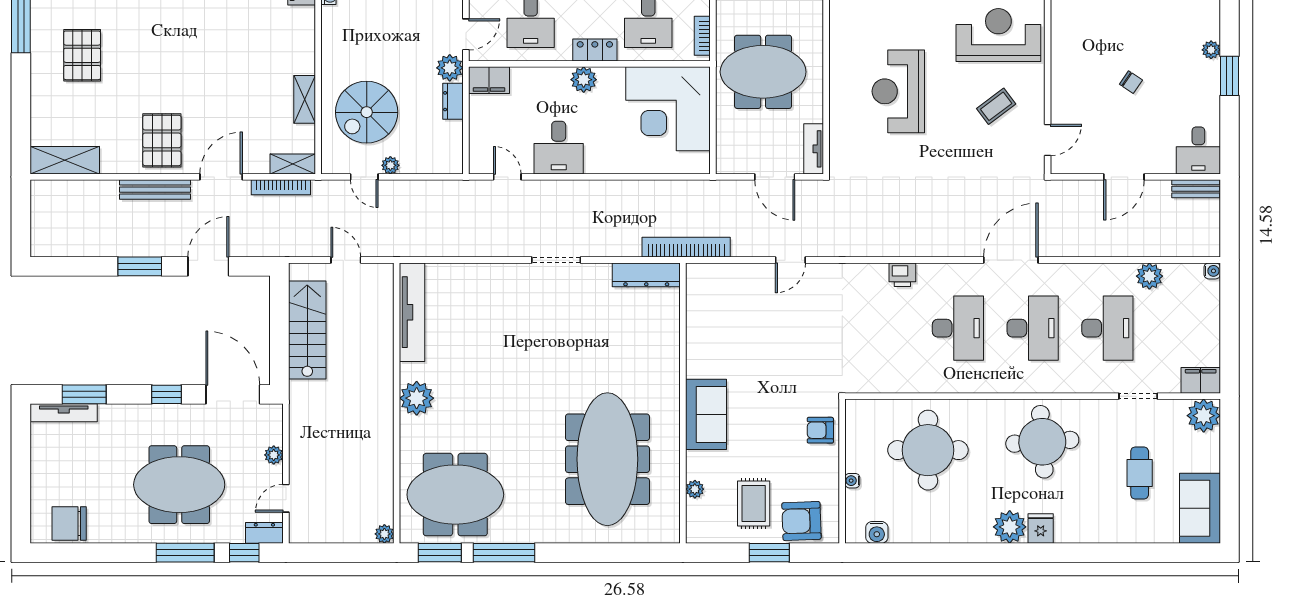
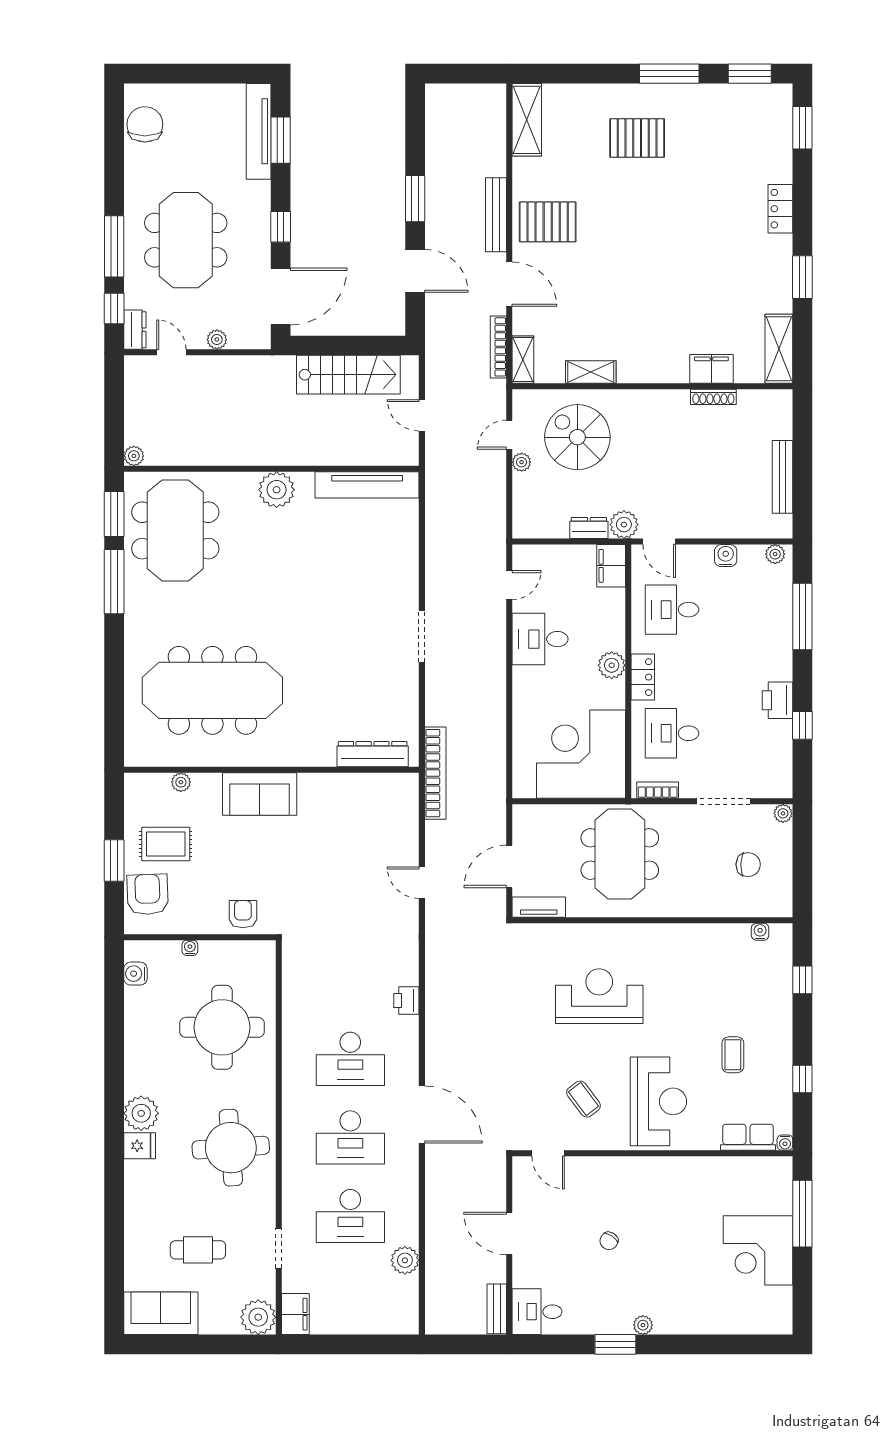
door: (346, 260) -> (422, 415), swing flipped
water cooler: (1212, 271) -> (410, 1326), removed
dresser: (646, 275) -> (373, 754), moved, turned 90
tv unit: (64, 413) -> (259, 131), width x1.36, depth x1.29

